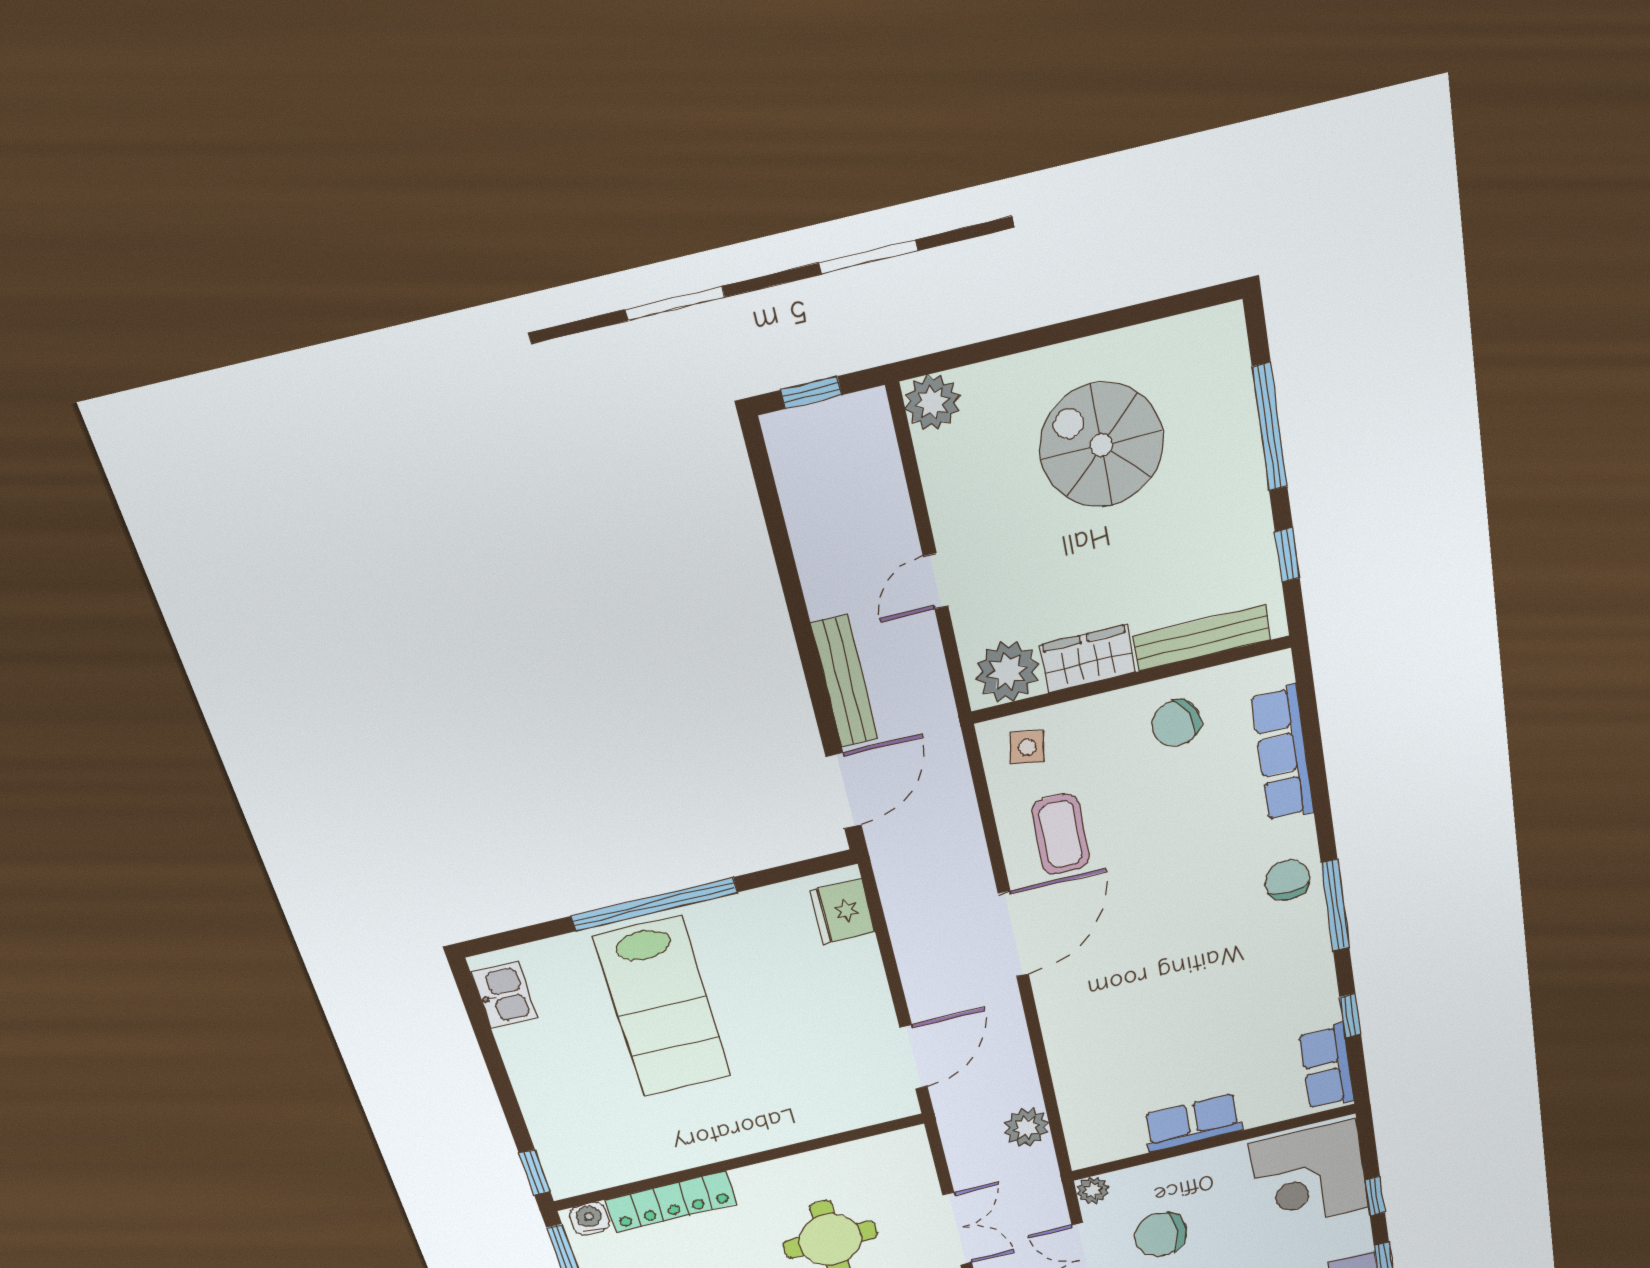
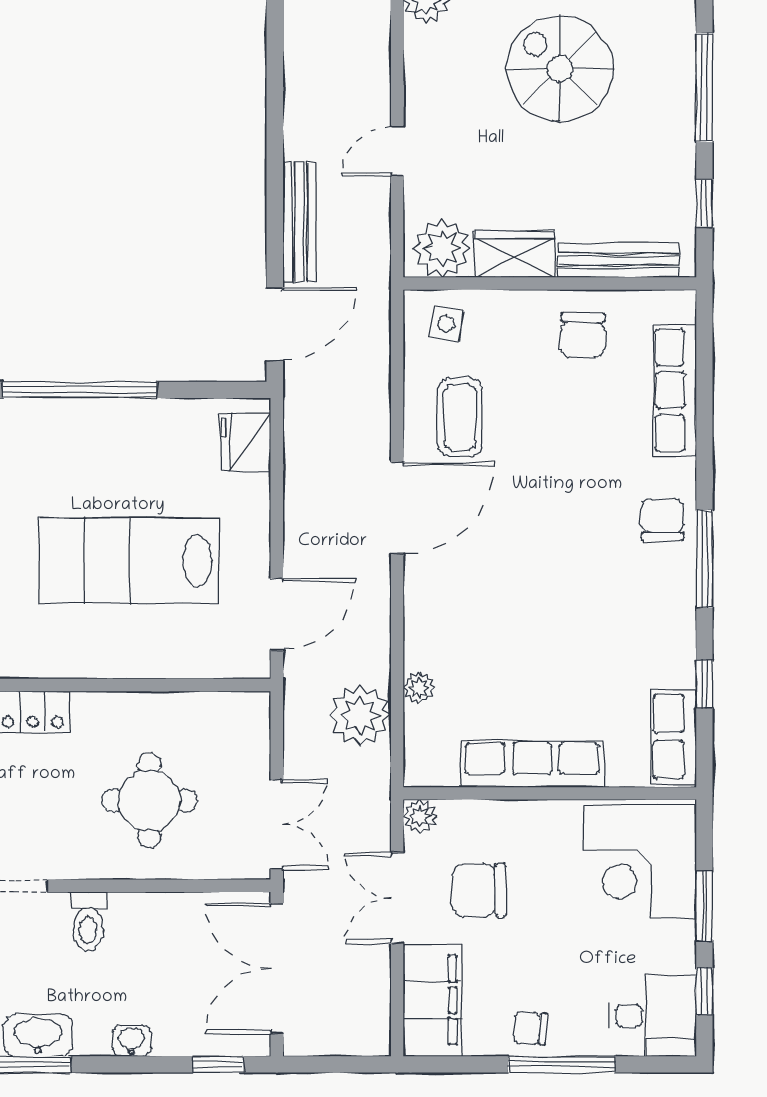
chair: (1176, 723) -> (583, 335), turned -67
lab bench: (663, 1007) -> (129, 561), moved, turned 90
plant: (1069, 1086) -> (419, 688), added
row of seats: (1192, 1123) -> (532, 764), width x1.48
plant: (1026, 1127) -> (360, 715), width x1.36, depth x1.36
window: (1375, 1196) -> (704, 906), width x1.50

